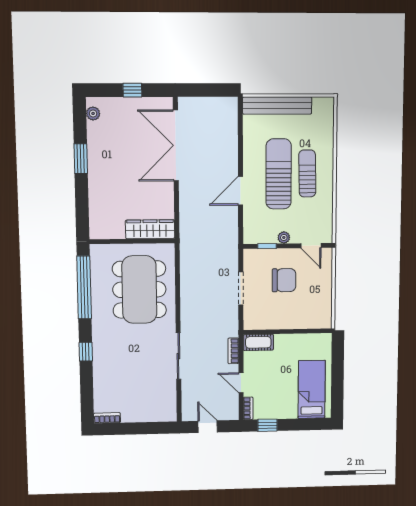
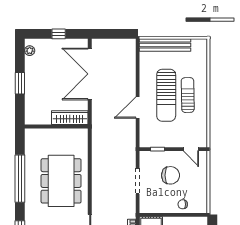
sun lounger: (279, 174) -> (166, 95), turned 180
wardrobe: (150, 229) -> (70, 118), moved
plant: (284, 237) -> (170, 143), removed
wall: (132, 241) -> (56, 126), moved
chair: (300, 318) -> (183, 204), added

